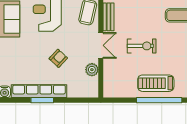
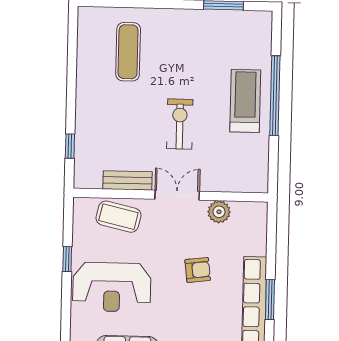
armchair: (58, 58) -> (198, 270), turned 130
treadmill: (156, 83) -> (245, 101), turned 180

